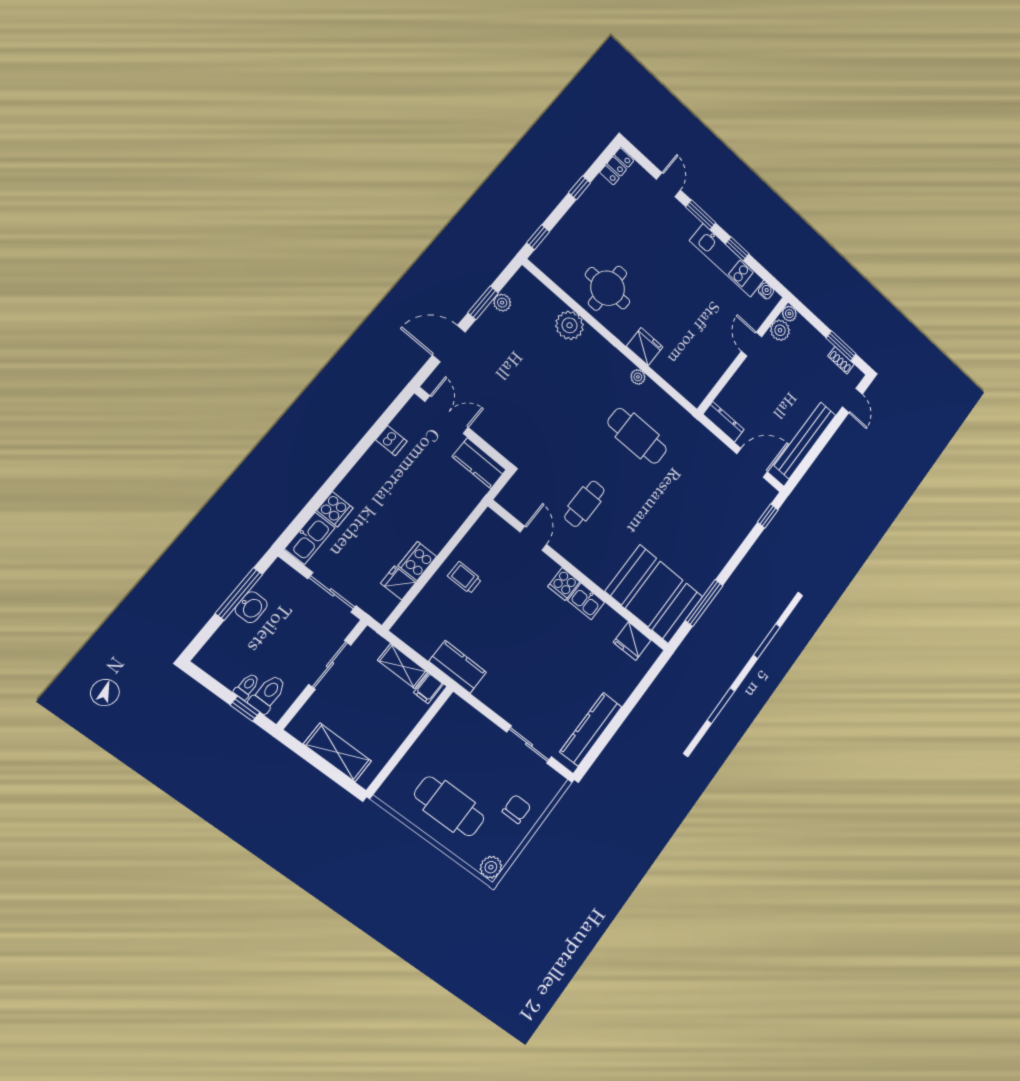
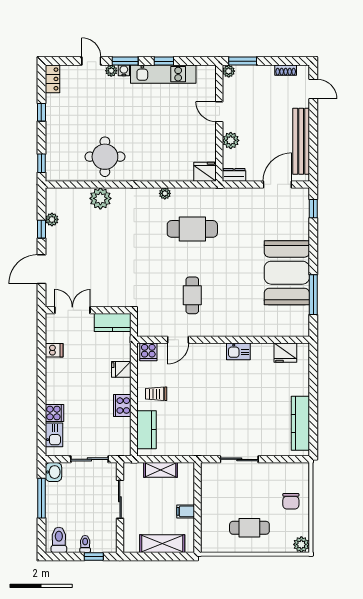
plant: (680, 212) -> (111, 71), added
water cooler: (766, 291) -> (124, 70), moved
window: (483, 303) -> (41, 229), width x0.67
plant: (780, 330) -> (231, 140), moved
window: (841, 346) -> (243, 61), moved
fridge: (645, 347) -> (205, 172), moved
dresser: (724, 422) -> (234, 175), width x0.70
kitchen sink: (310, 538) -> (54, 435), width x0.73
door: (533, 538) -> (178, 340), swing flipped
fridge: (398, 583) -> (121, 369), moved
cooker: (564, 584) -> (148, 352), moved
booth: (654, 594) -> (287, 273), moved, turned 90
washbasin: (251, 607) -> (53, 472), moved
kitchen counter: (458, 667) -> (147, 430), moved, turned 90
filing cabinet: (428, 688) -> (186, 511), moved, turned 90
toilet: (268, 694) -> (59, 540), moved
sliding door: (529, 744) -> (239, 459), moved
cafe table: (449, 806) -> (249, 528), width x0.73, depth x0.74
chair: (517, 809) -> (291, 501), turned 180

